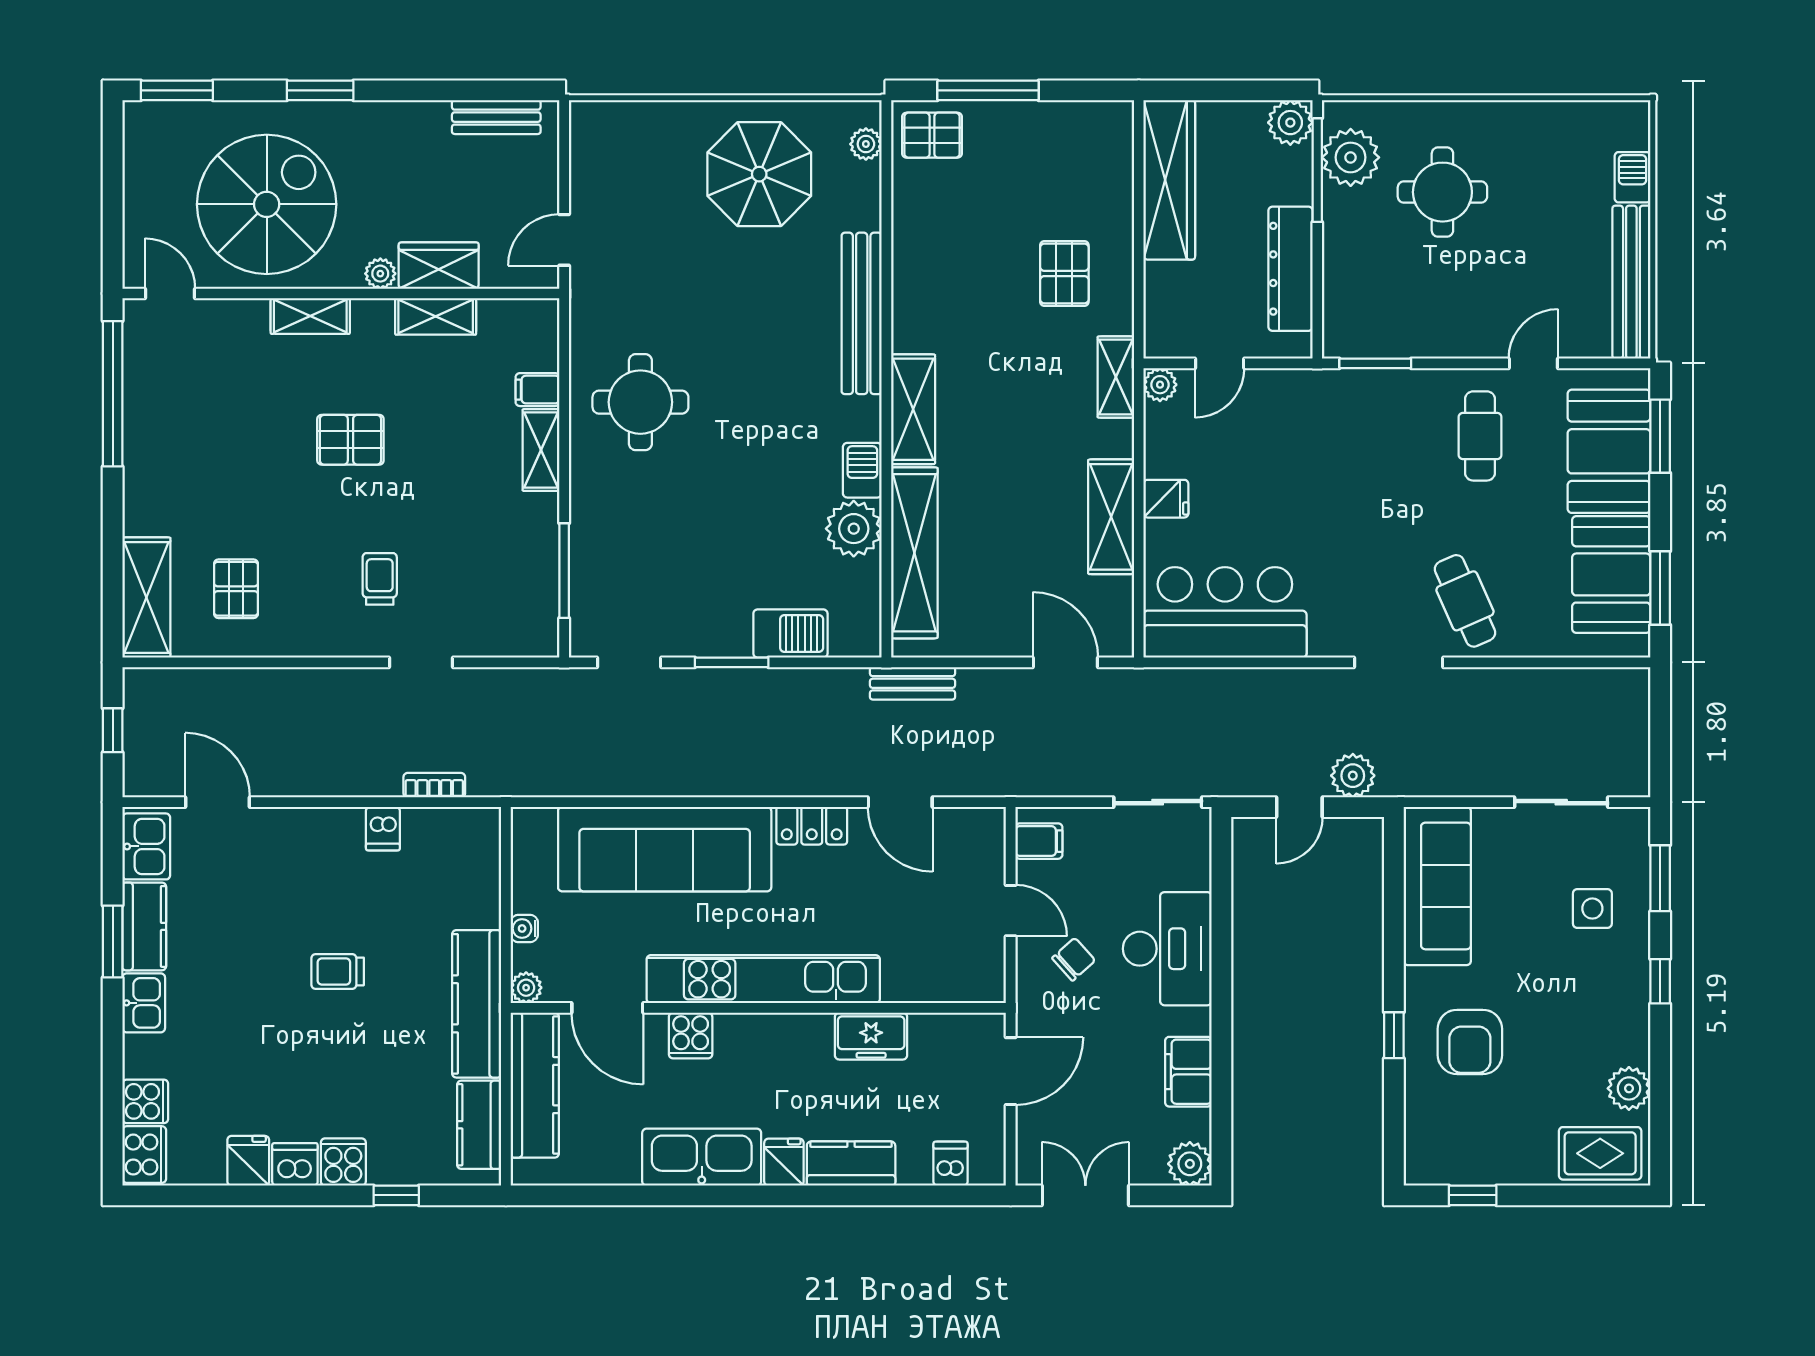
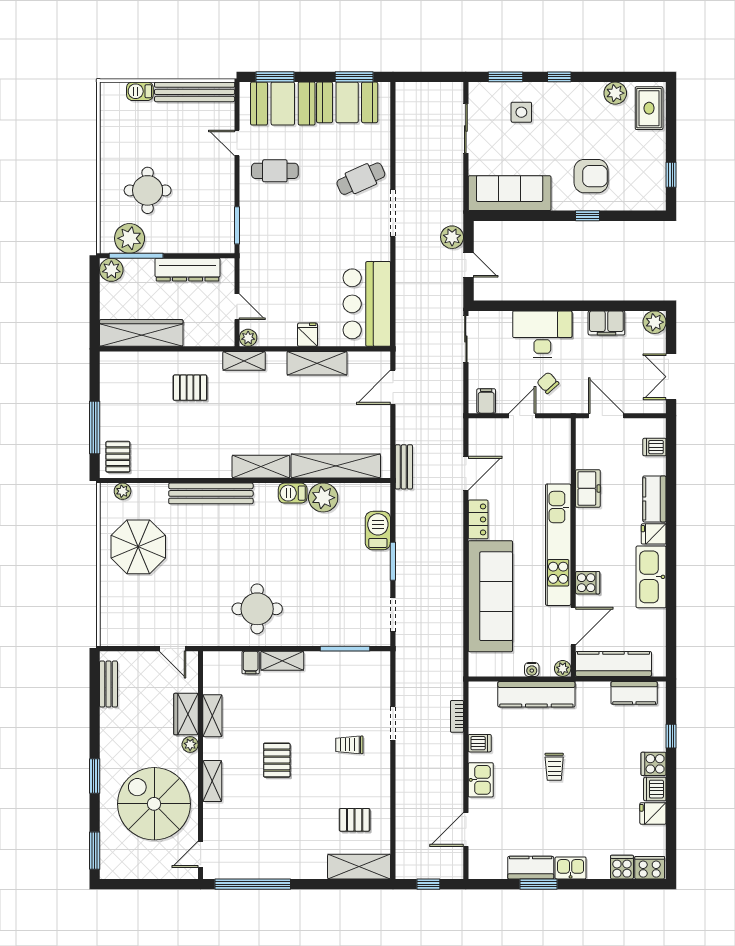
kitchen sink: (146, 846) -> (481, 780), moved, turned 90
kitchen counter: (477, 1004) -> (536, 694), moved

